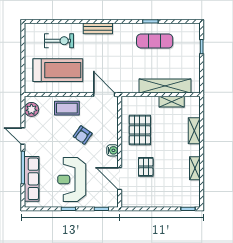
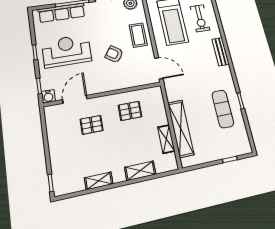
door: (104, 95) -> (159, 68), hinge flipped
pallet: (140, 130) -> (130, 111), width x0.67, depth x0.71
water cooler: (113, 150) -> (48, 96), moved

